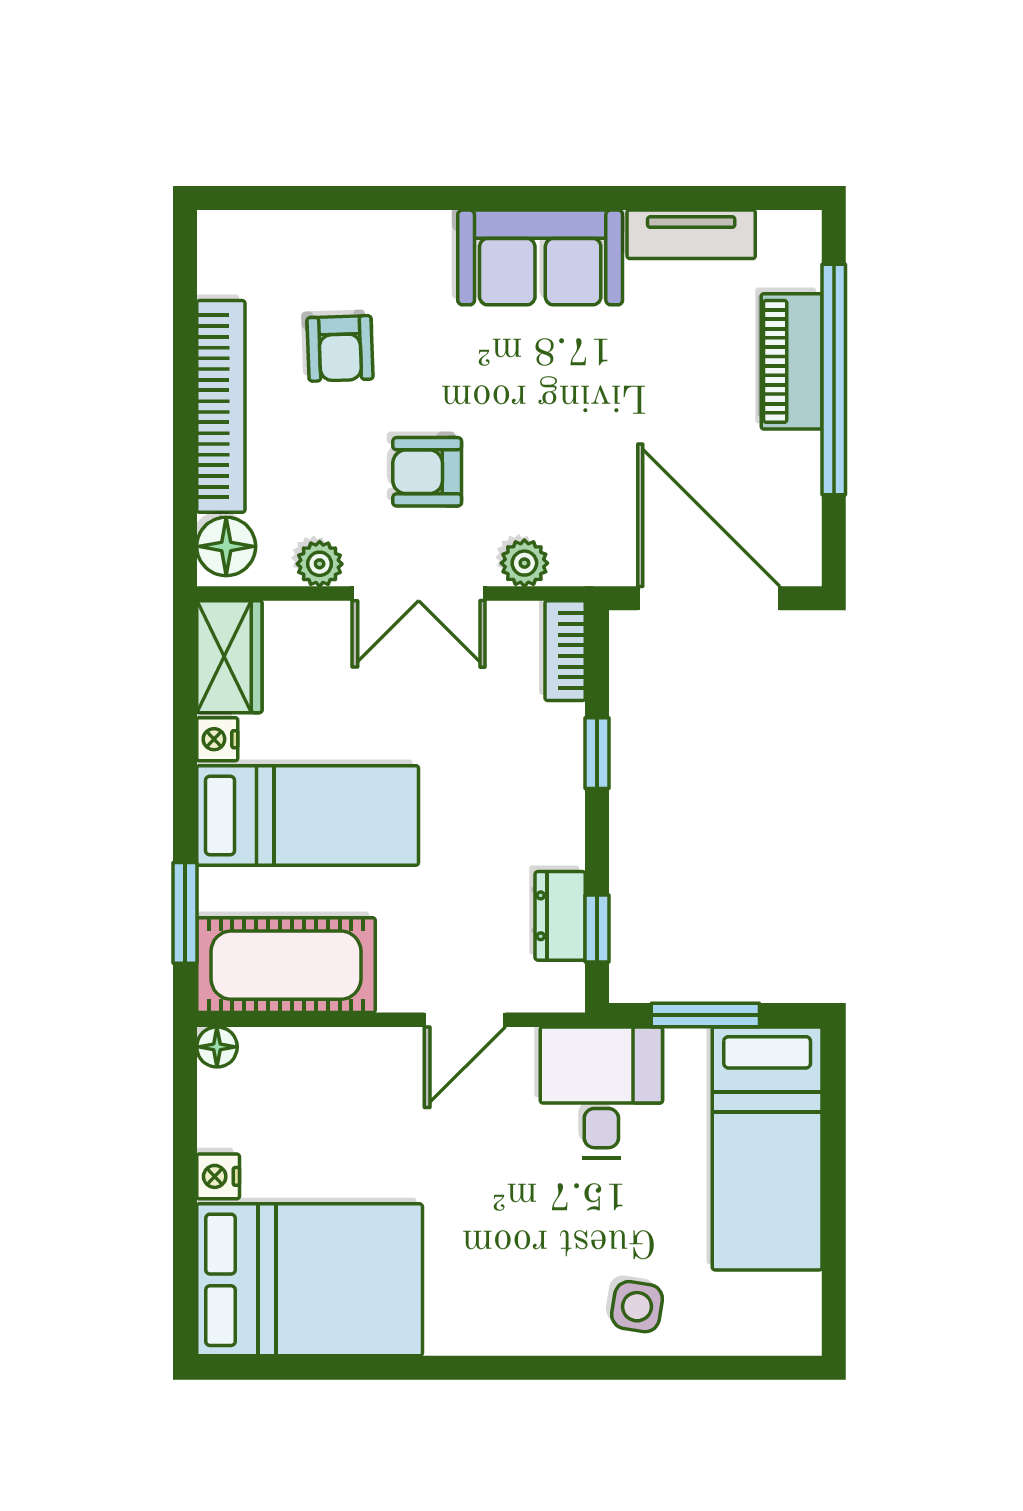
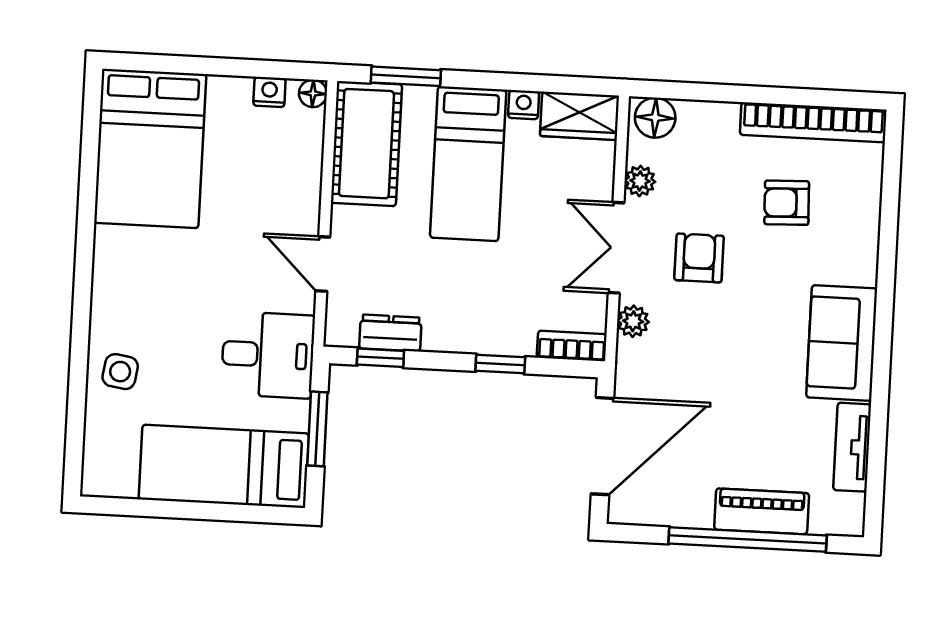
bookcase: (221, 406) -> (813, 122), moved
nightstand: (218, 1176) -> (269, 92), moved

